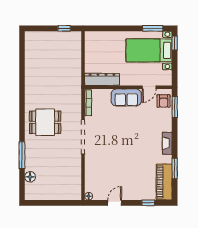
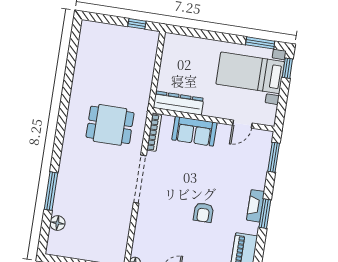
sofa: (126, 97) -> (194, 131), moved
armchair: (164, 101) -> (203, 213), moved
dining table: (45, 122) -> (110, 125), moved
window: (175, 168) -> (265, 214), moved

